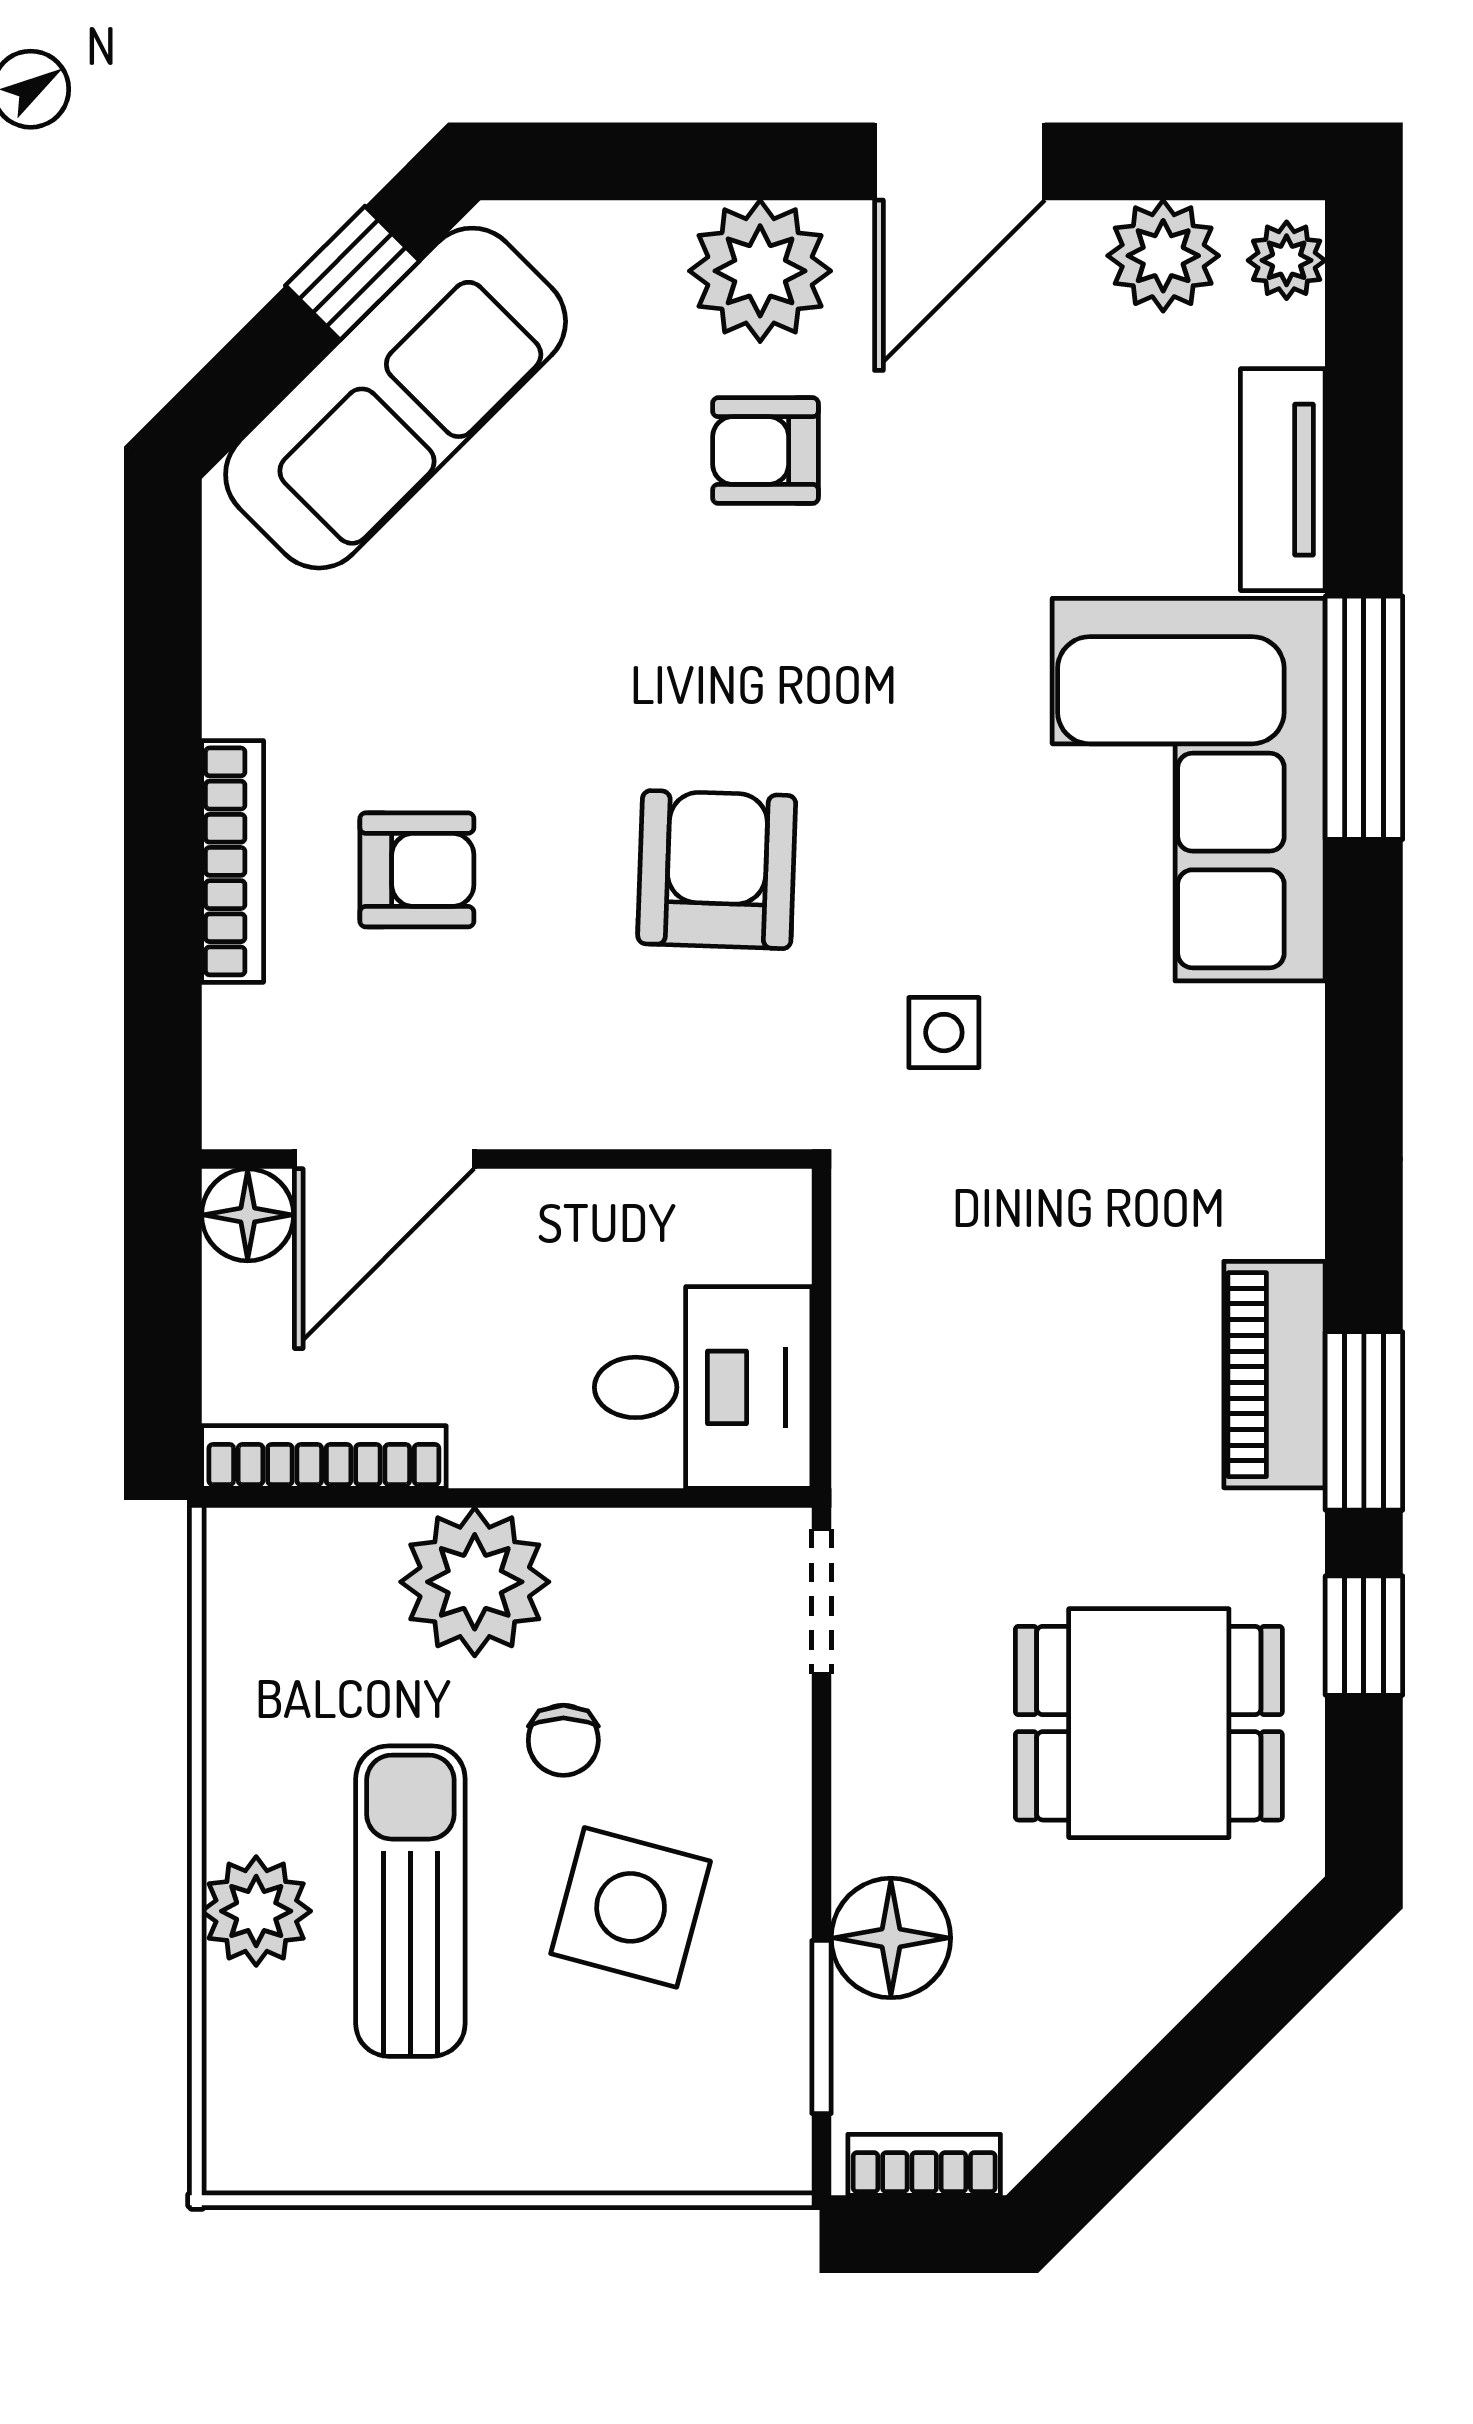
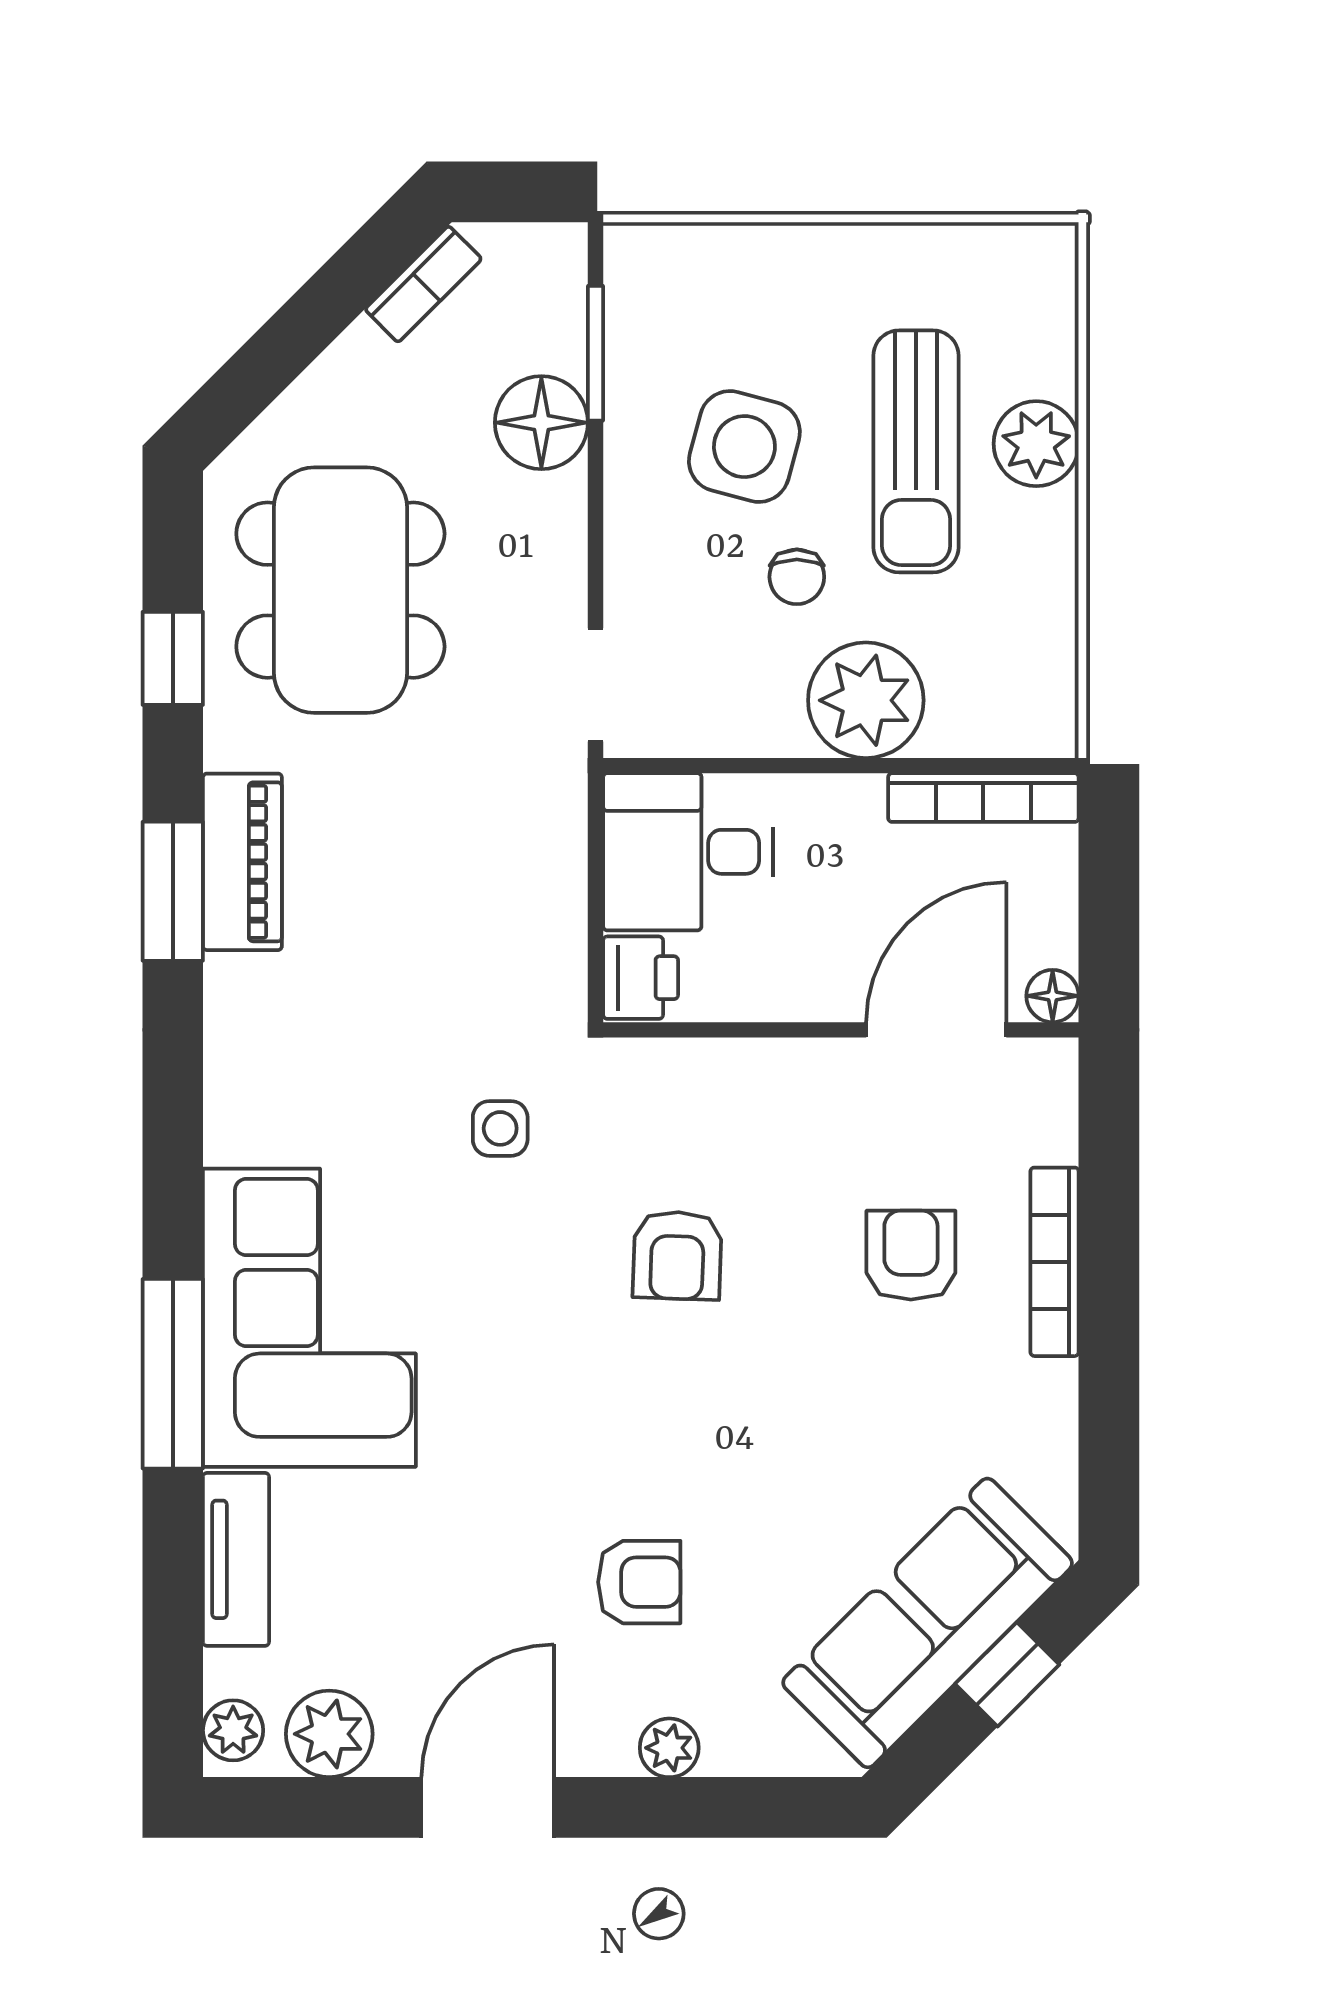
plant: (760, 271) -> (669, 1748), width x0.53, depth x0.53
window: (352, 273) -> (1007, 1674), moved
armchair: (417, 870) -> (911, 1255), turned 90
armchair: (717, 870) -> (677, 1255), width x0.72, depth x0.72
floor lamp: (248, 1215) -> (1053, 996), width x0.73, depth x0.73
printer: (764, 1226) -> (641, 978), added
window: (1364, 1421) -> (173, 891), moved
dining table: (1149, 1723) -> (340, 590), width x1.37
chair: (563, 1740) -> (797, 577), turned 180
bookcase: (924, 2165) -> (423, 284), moved, turned -45

